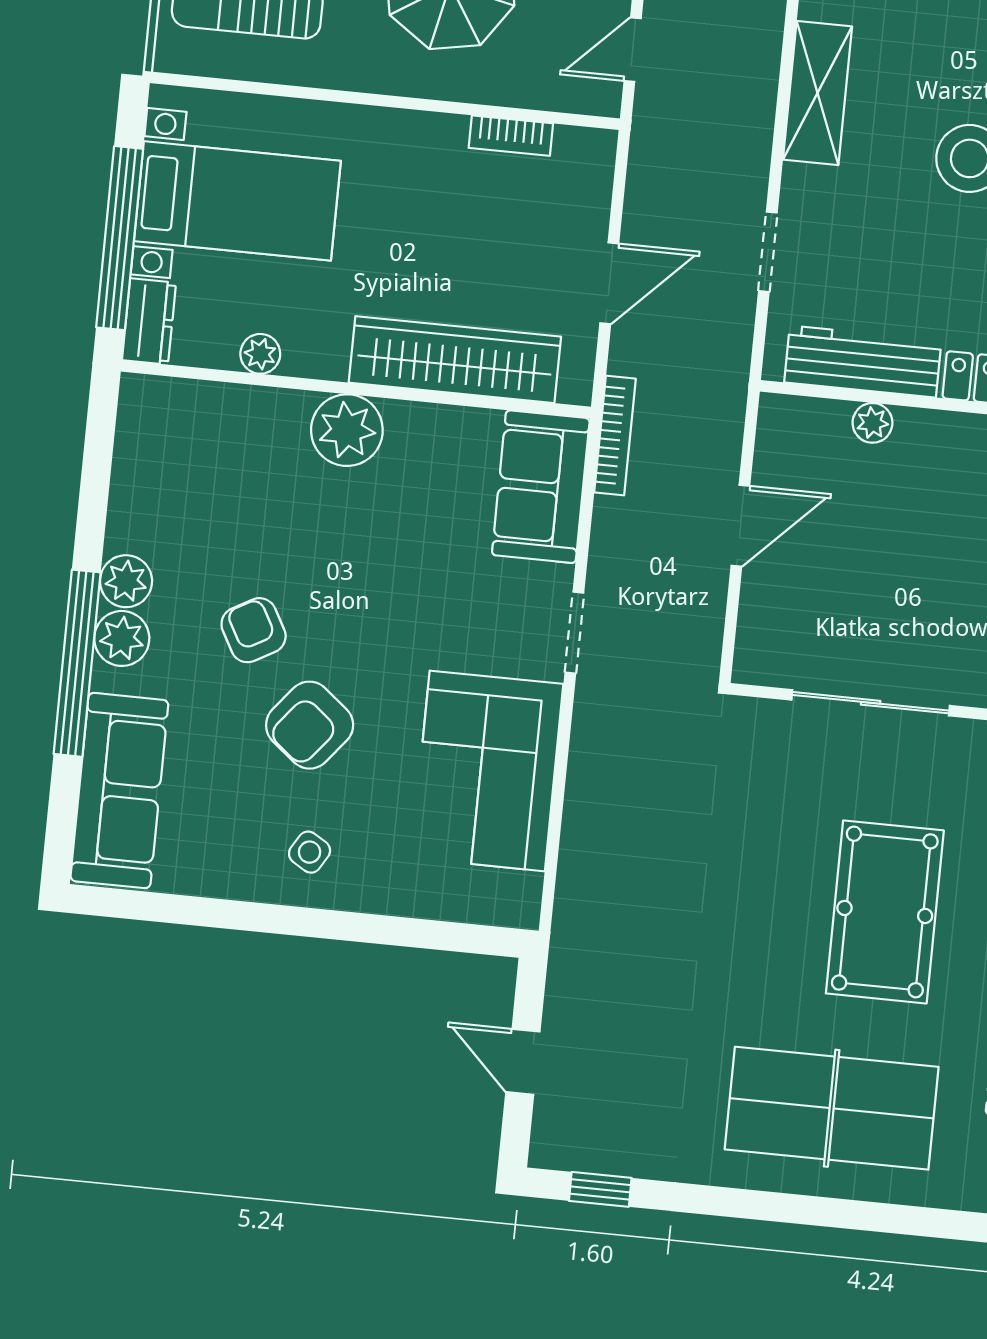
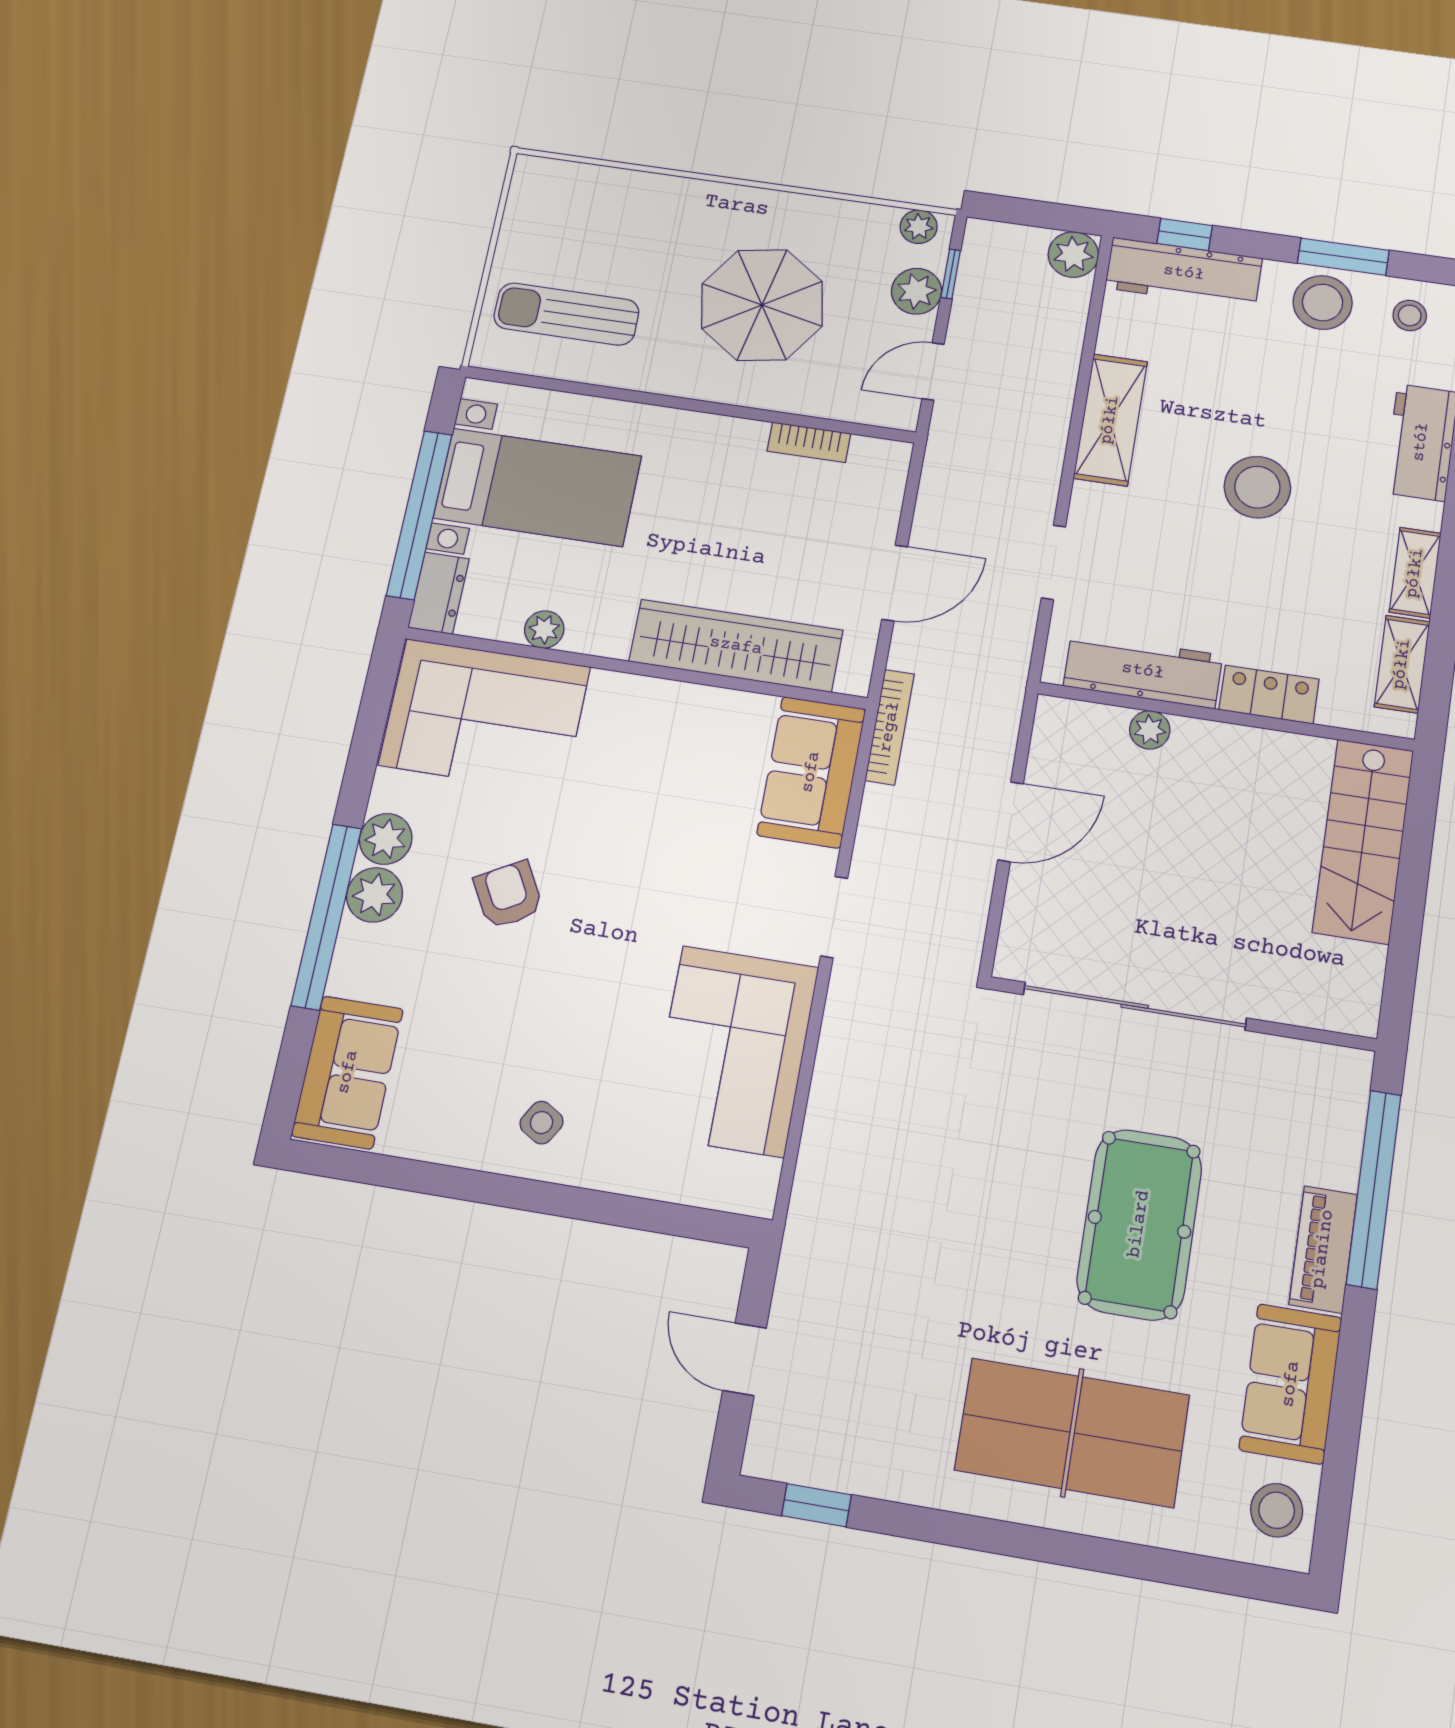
plant: (347, 430) -> (622, 706), removed
corner sofa: (210, 448) -> (485, 716), added
sliding door: (871, 703) -> (1135, 1006), width x1.36
armchair: (310, 725) -> (555, 993), removed
sofa: (119, 791) -> (348, 1072), width x0.73

